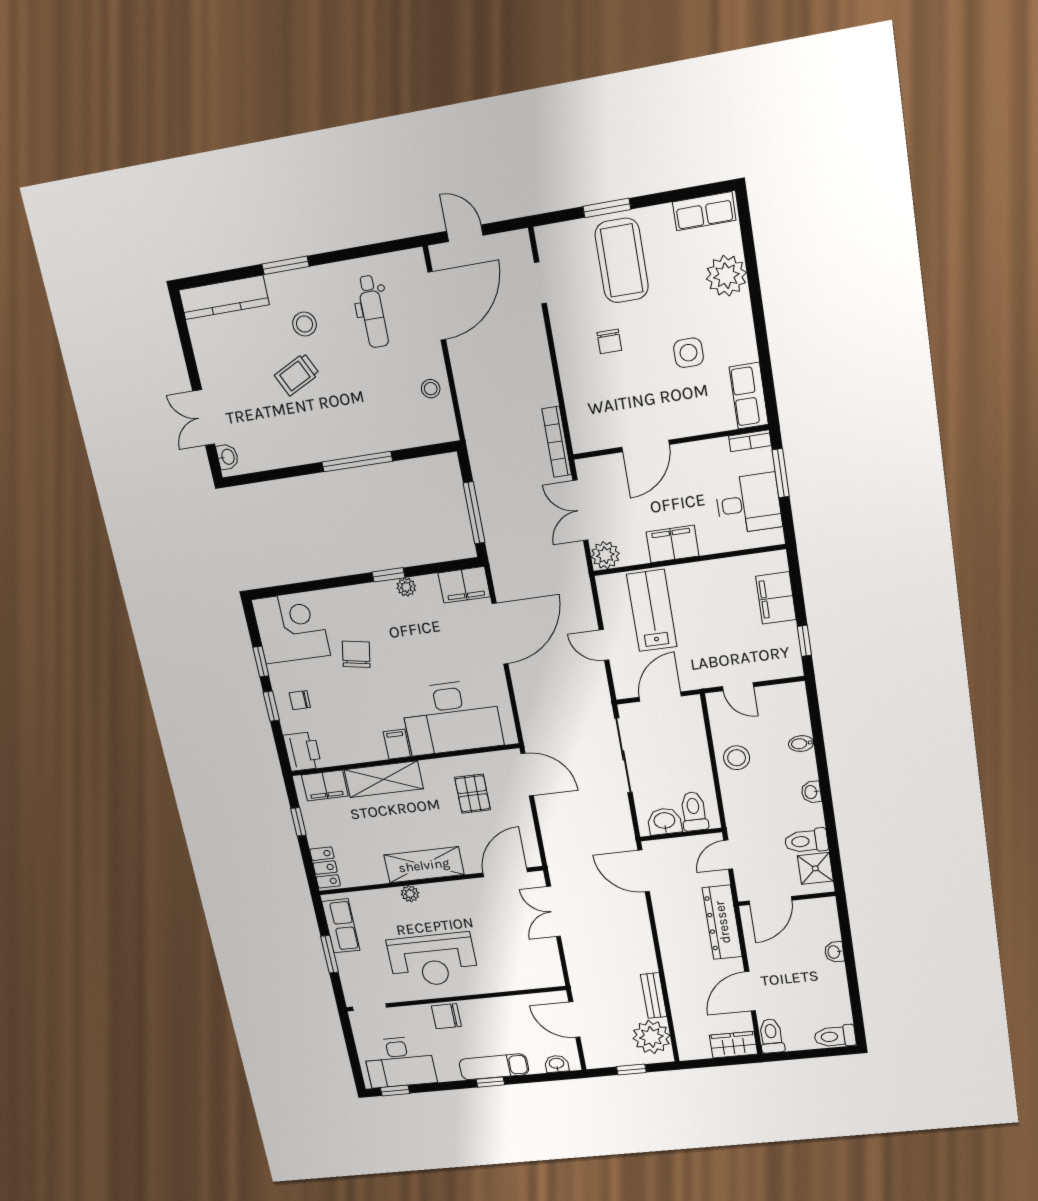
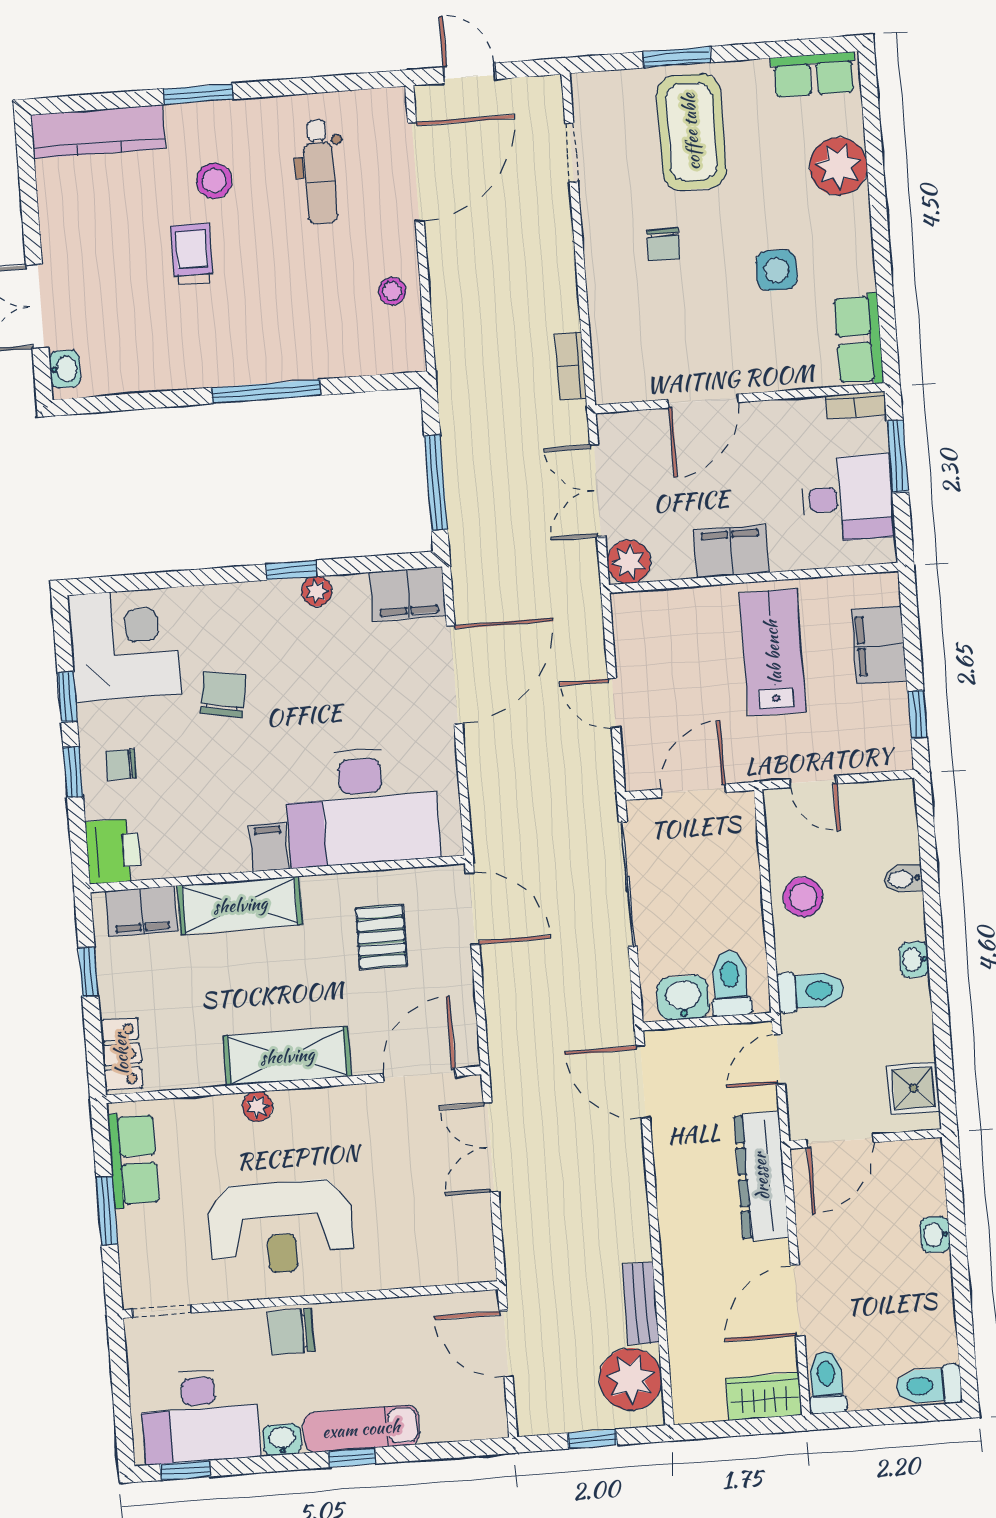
trolley: (297, 375) -> (192, 254), turned 116
bookcase: (557, 442) -> (571, 366), width x0.64
lab bench: (652, 610) -> (773, 652), moved
toilet: (806, 841) -> (810, 991), moved, turned 180
washbasin: (557, 1064) -> (282, 1440), moved

